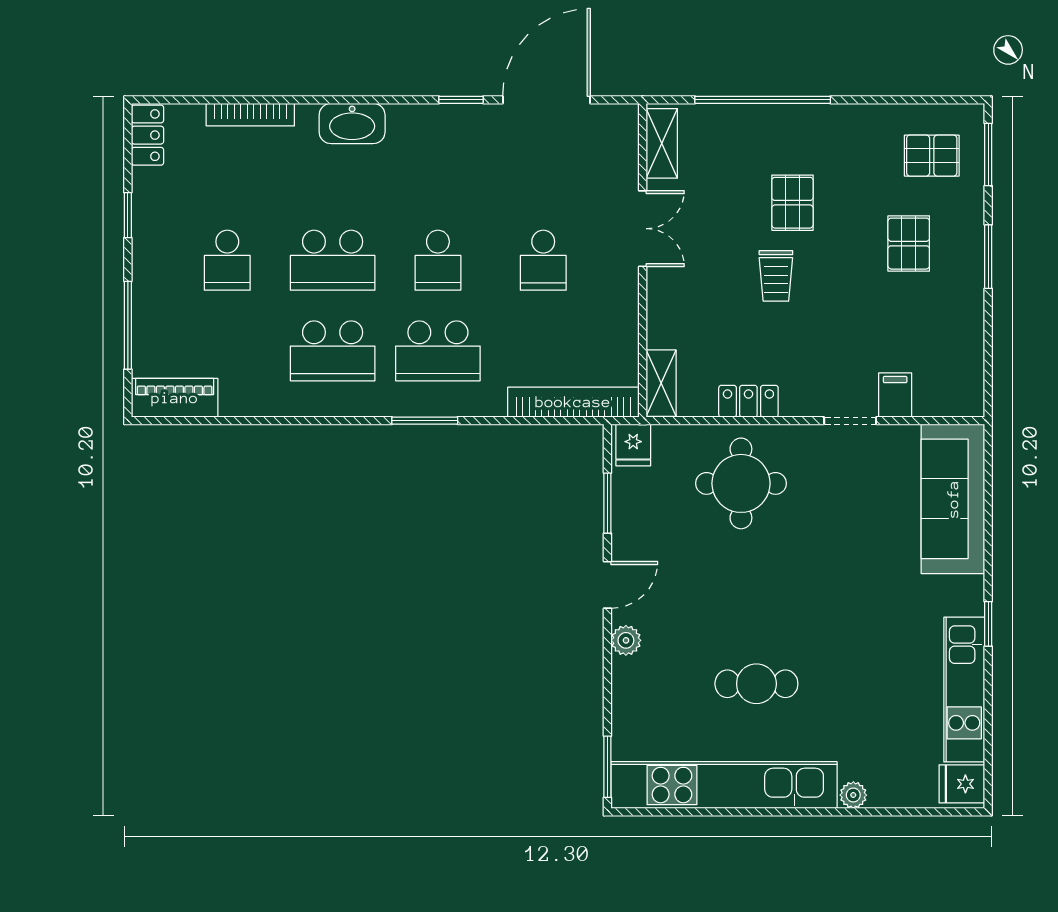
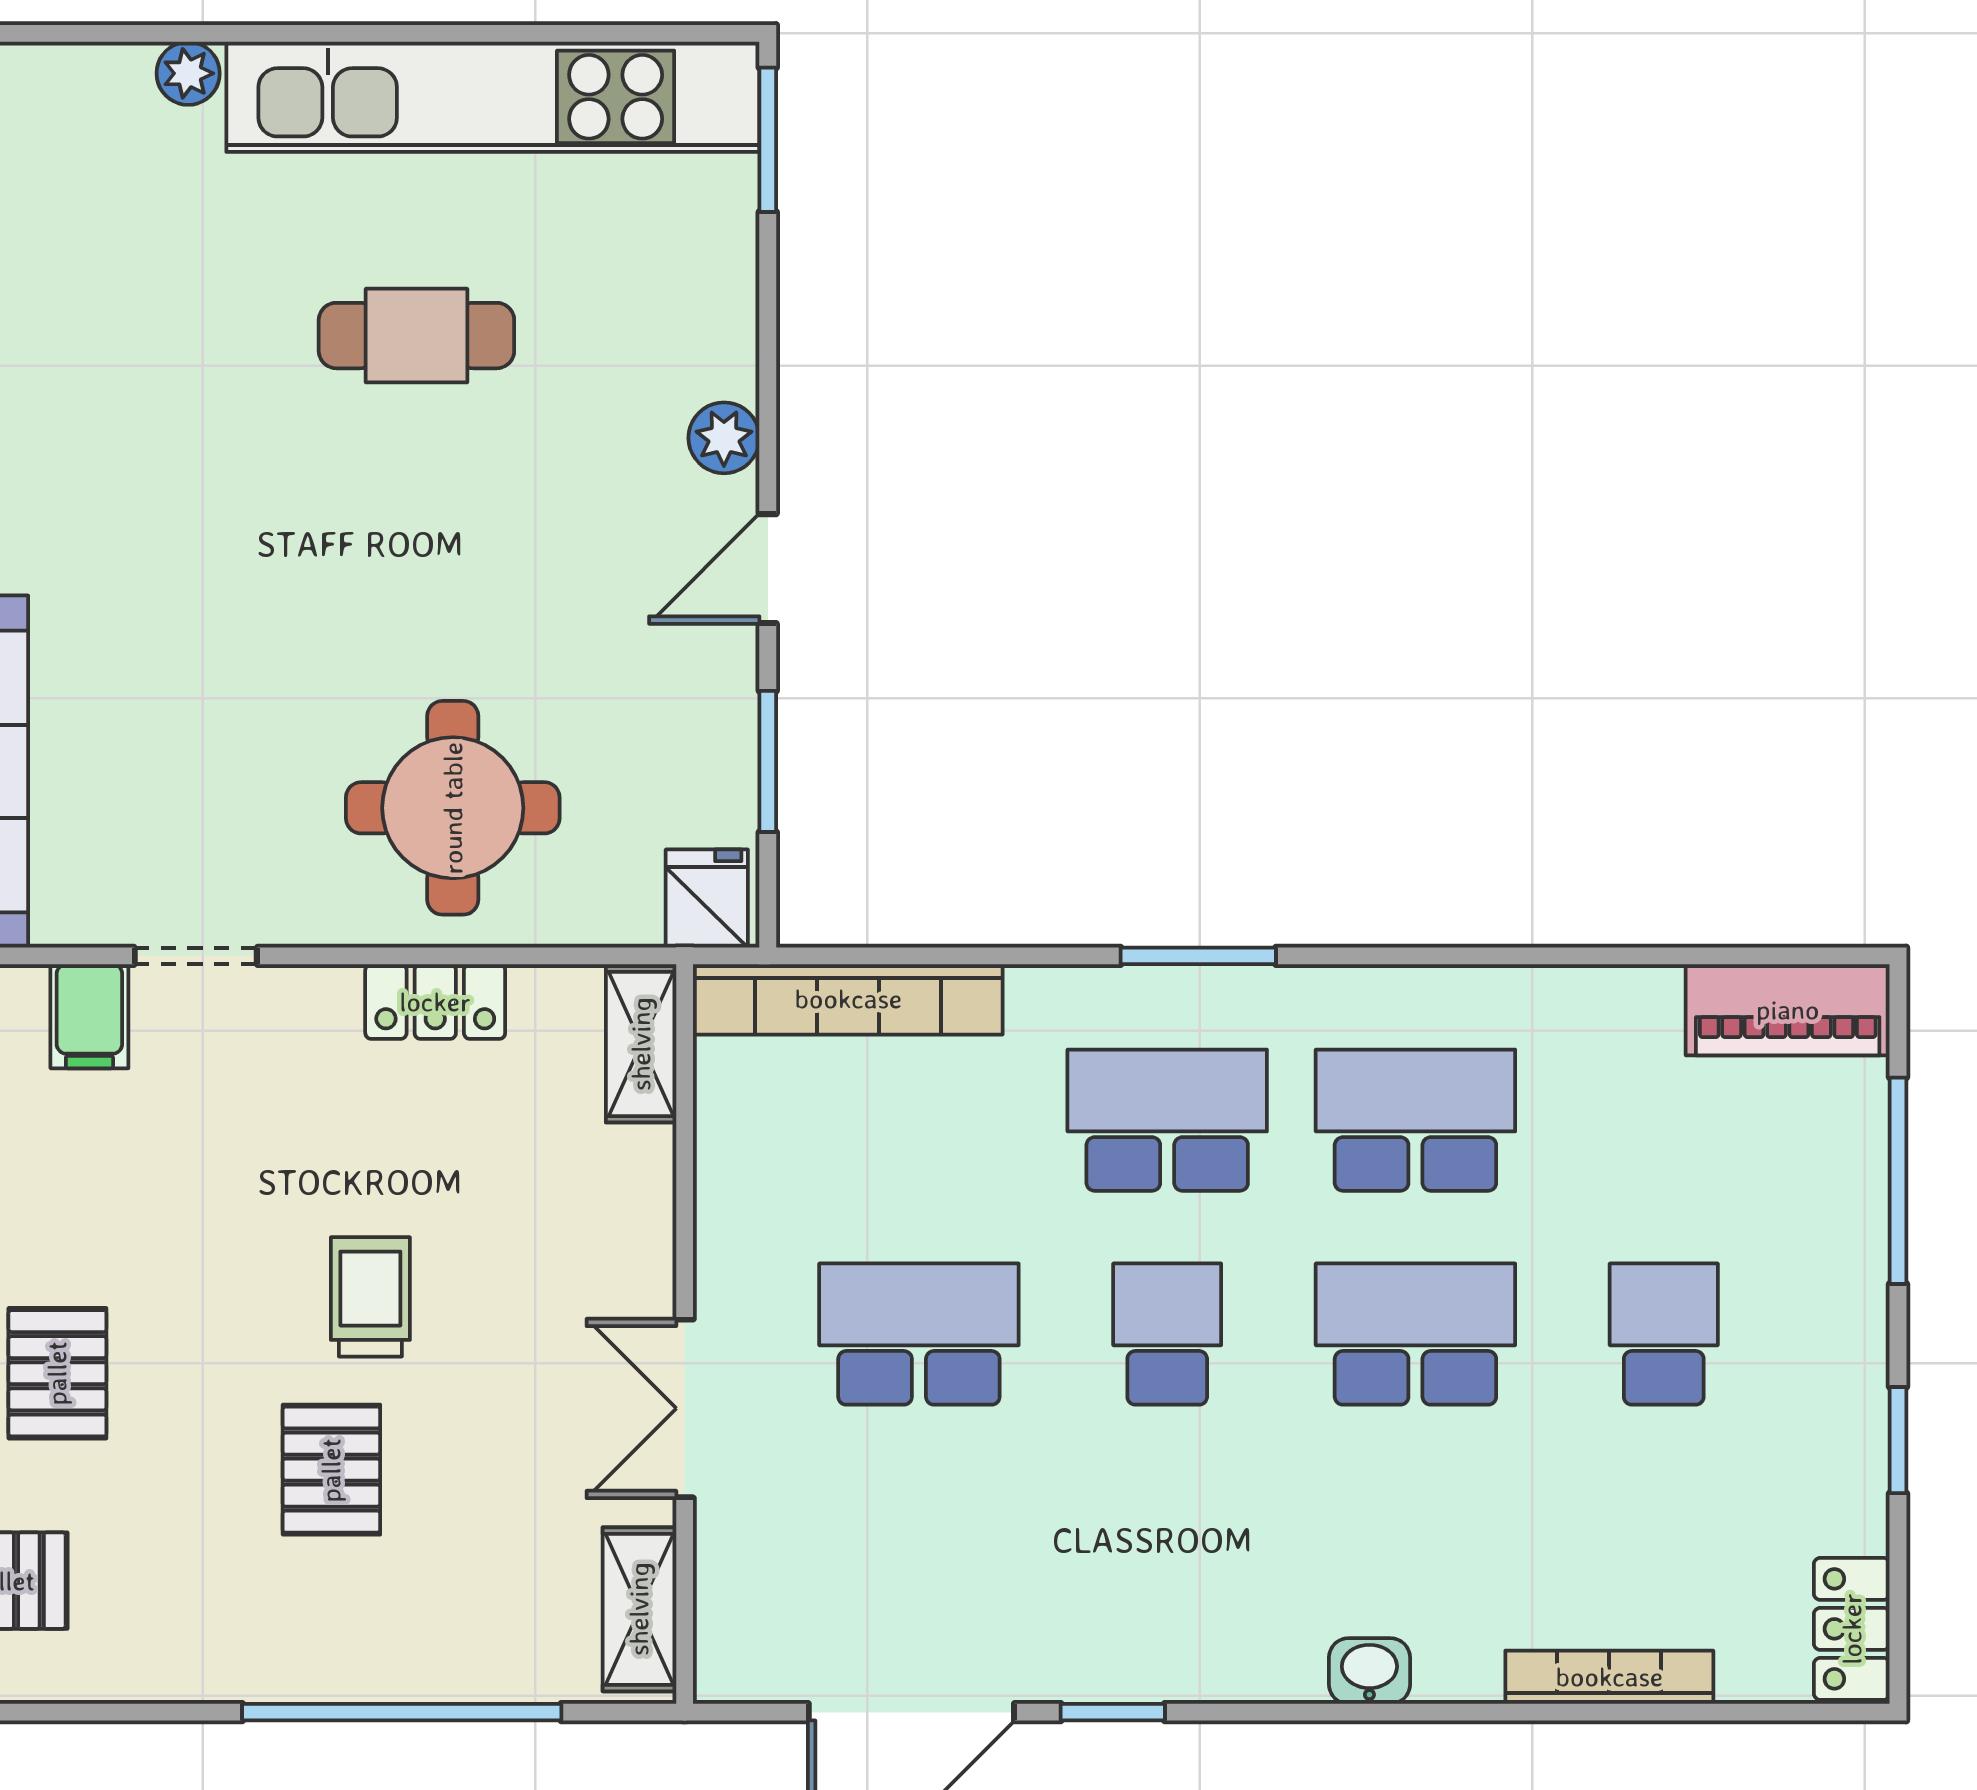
washbasin: (352, 123) -> (1369, 1671), width x0.52, depth x0.69
school desk: (543, 260) -> (919, 1334), width x1.85

